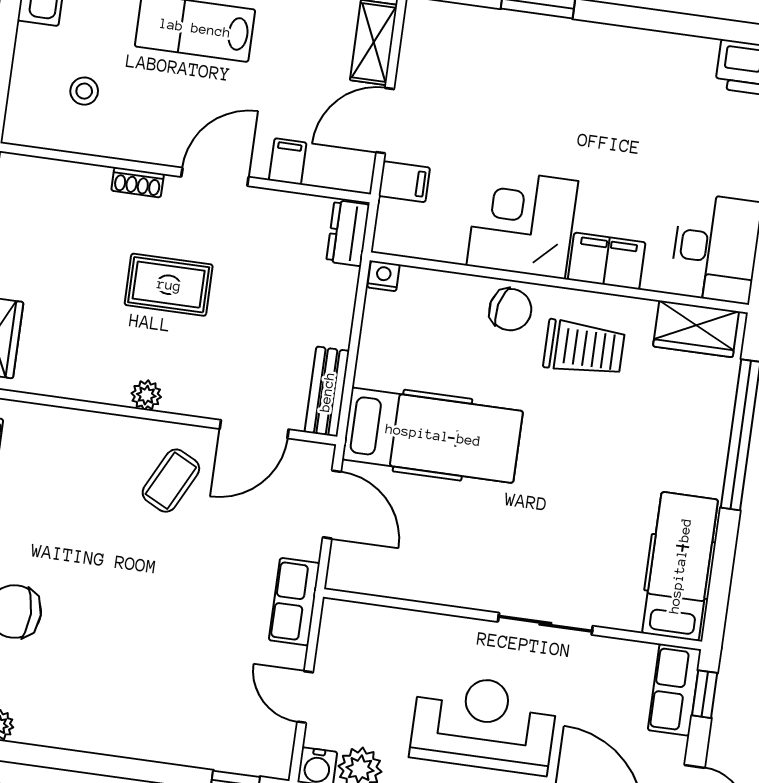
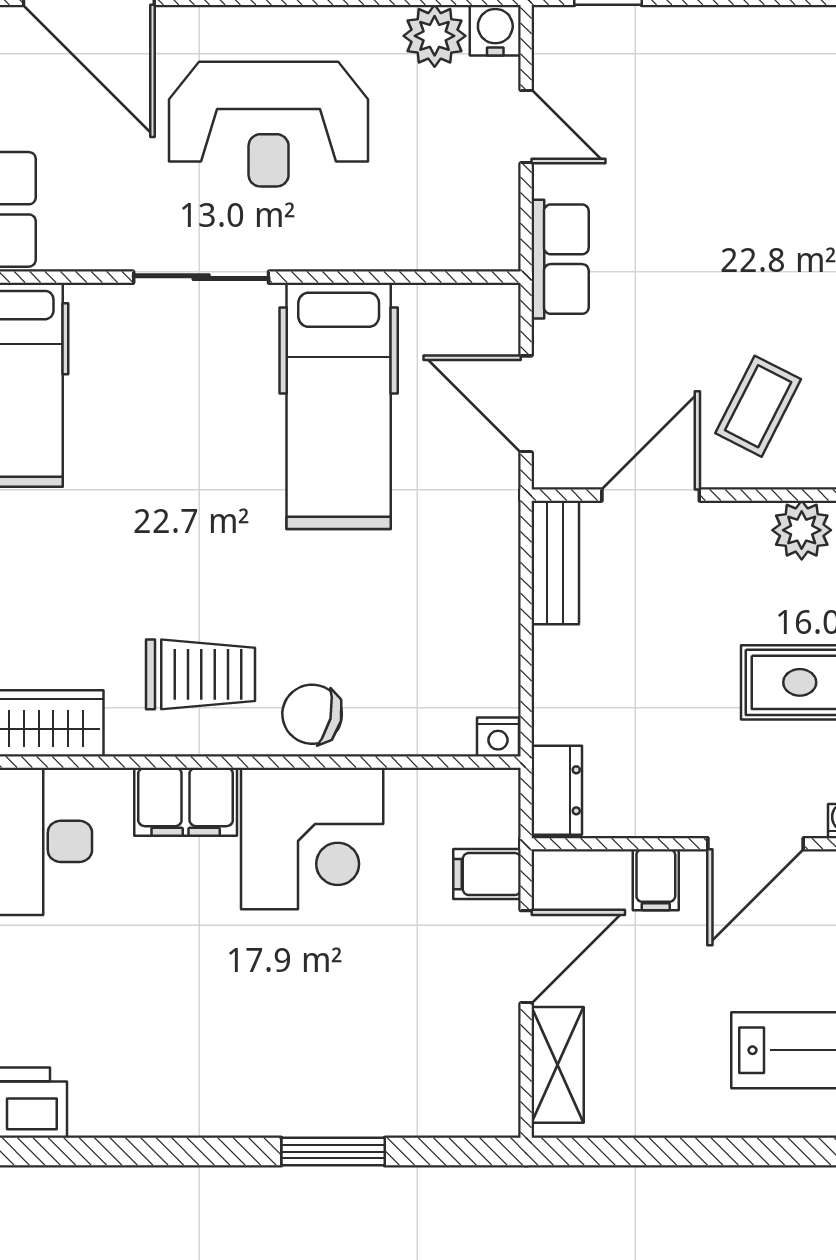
trolley: (584, 348) -> (201, 674), turned 180
plant: (146, 395) -> (802, 530), width x1.38, depth x1.38
hospital bed: (433, 435) -> (339, 406), moved, turned -90

